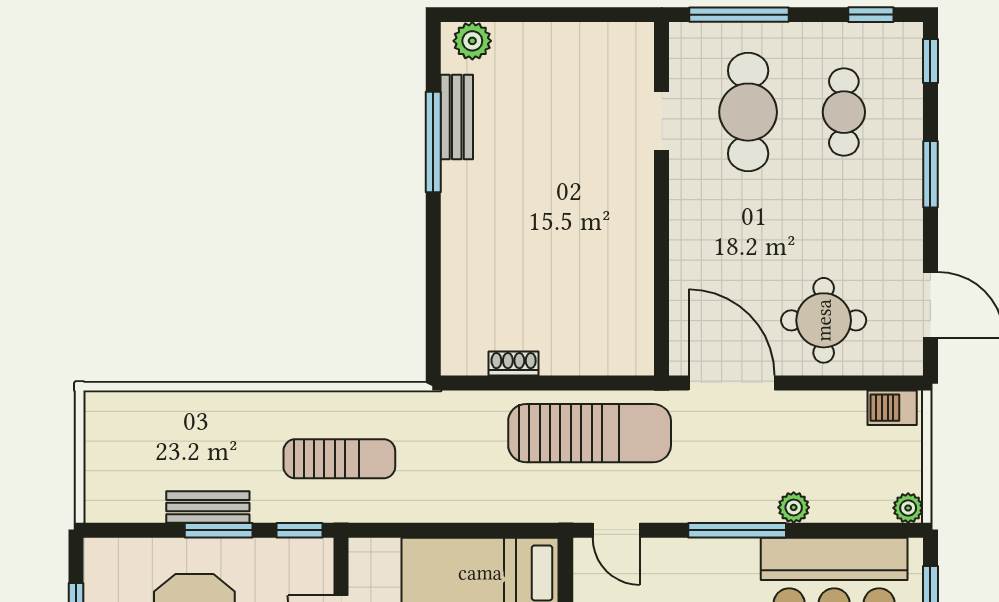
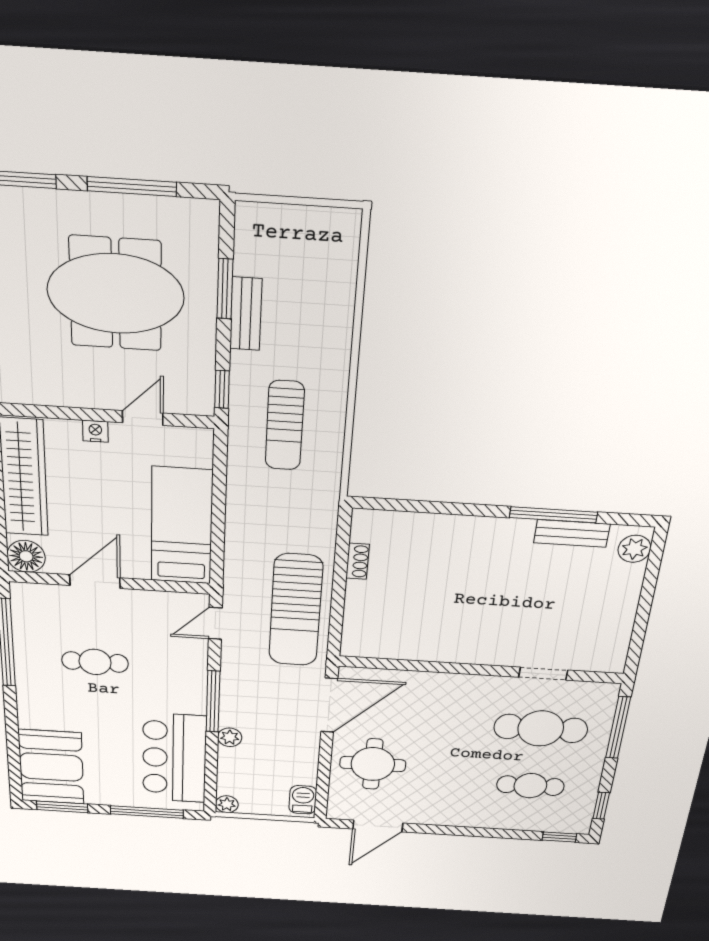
window: (930, 174) -> (475, 832), removed
window: (219, 530) -> (225, 289), moved

